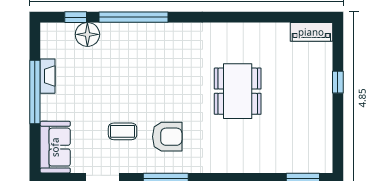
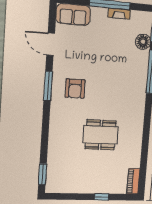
coffee table: (123, 131) -> (80, 60), removed

